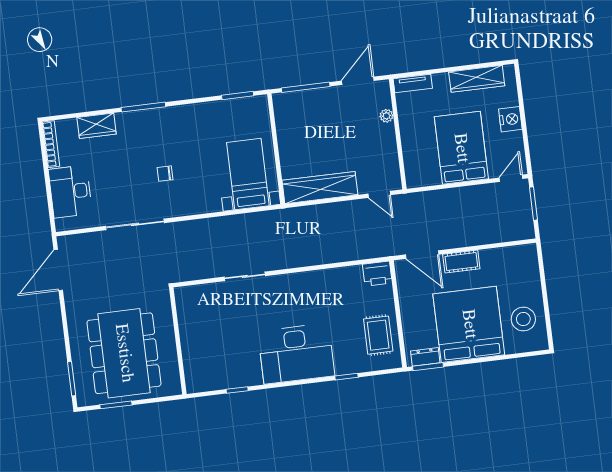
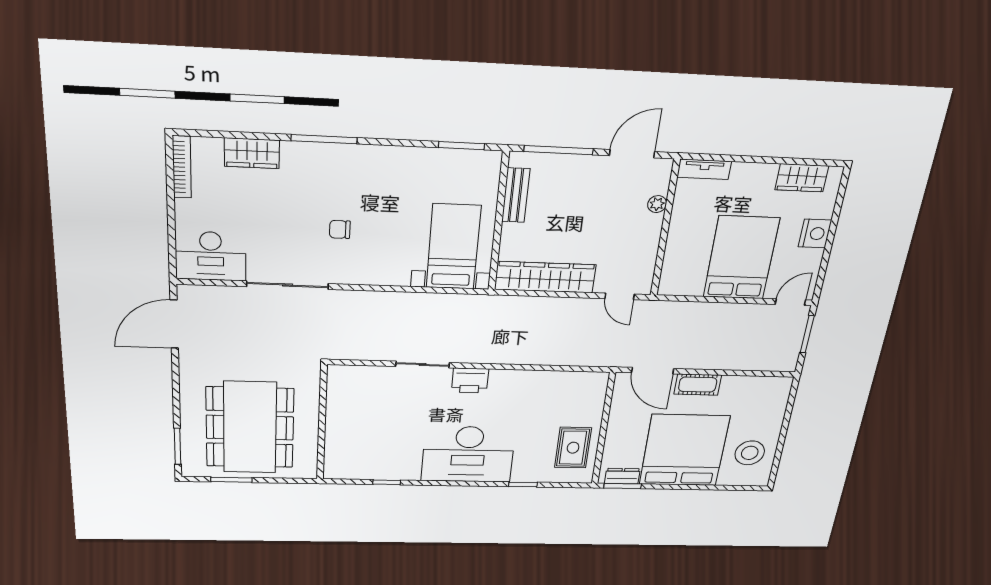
wardrobe: (477, 79) -> (802, 178), width x0.67
bench: (284, 126) -> (516, 195), added
desk: (70, 191) -> (211, 256), moved, turned -90
printer: (377, 274) -> (470, 381), moved

